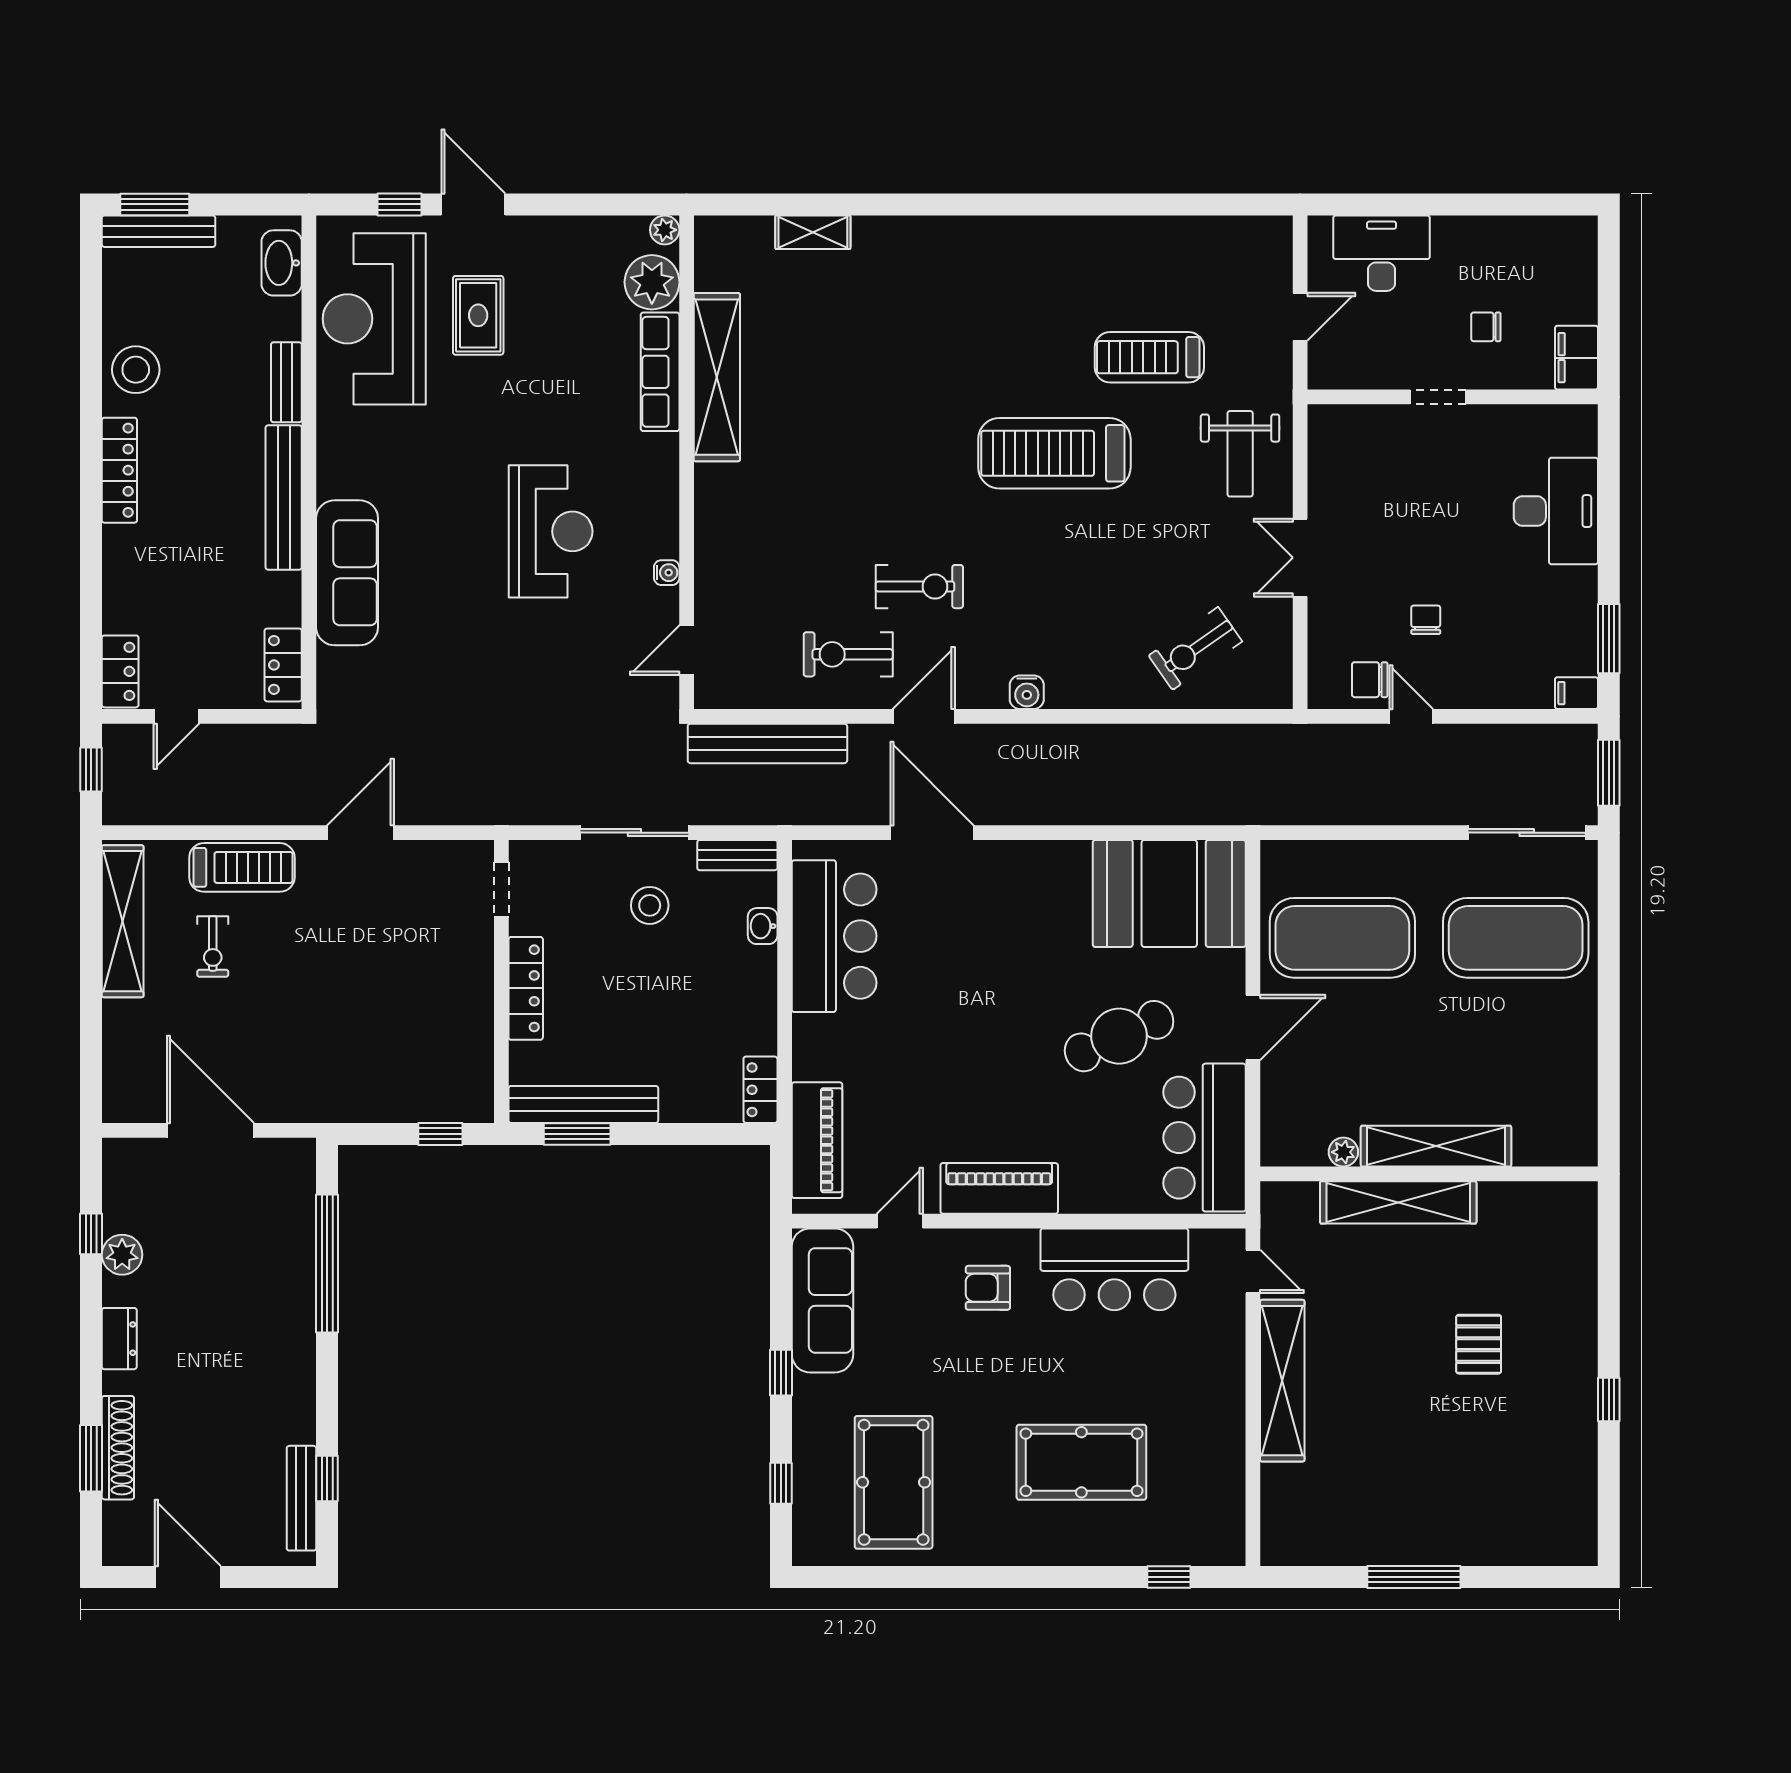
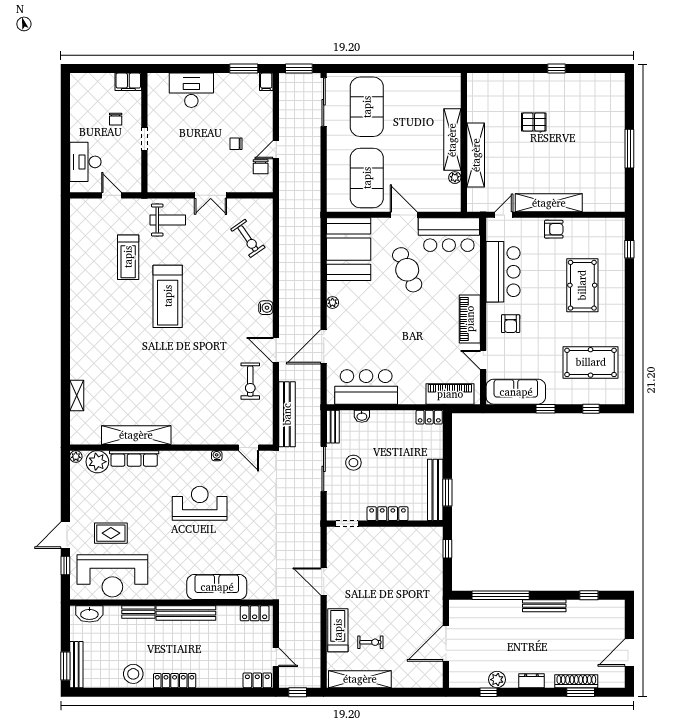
exercise bike: (919, 587) -> (222, 352), removed
plant: (1039, 854) -> (332, 303), added
armchair: (1218, 1393) -> (554, 229), added
bench: (301, 1498) -> (544, 606), moved

